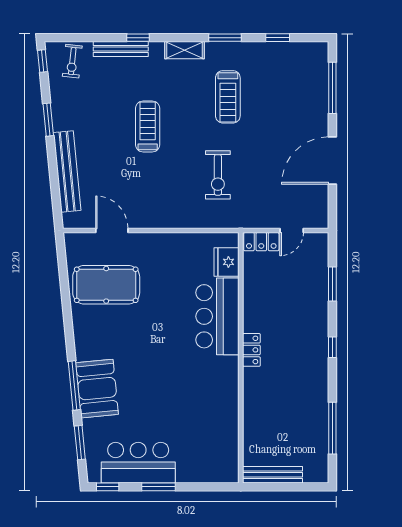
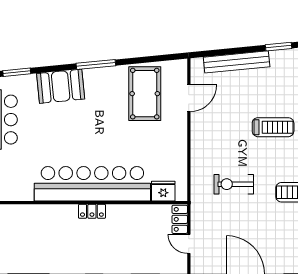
bar counter: (217, 316) -> (92, 184), width x1.86
window: (74, 385) -> (96, 65), moved

